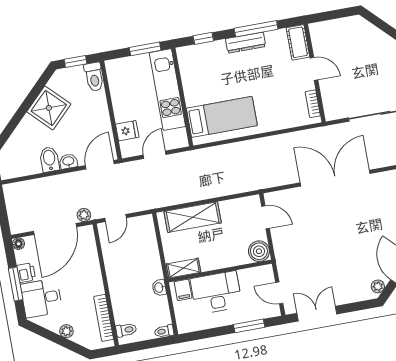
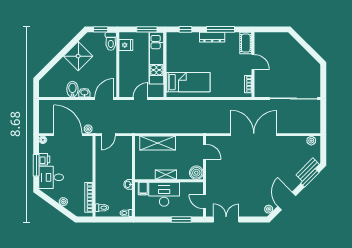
fridge: (127, 131) -> (126, 45), moved
door: (55, 229) -> (68, 135), swing flipped
shelving: (183, 268) -> (166, 175), moved

